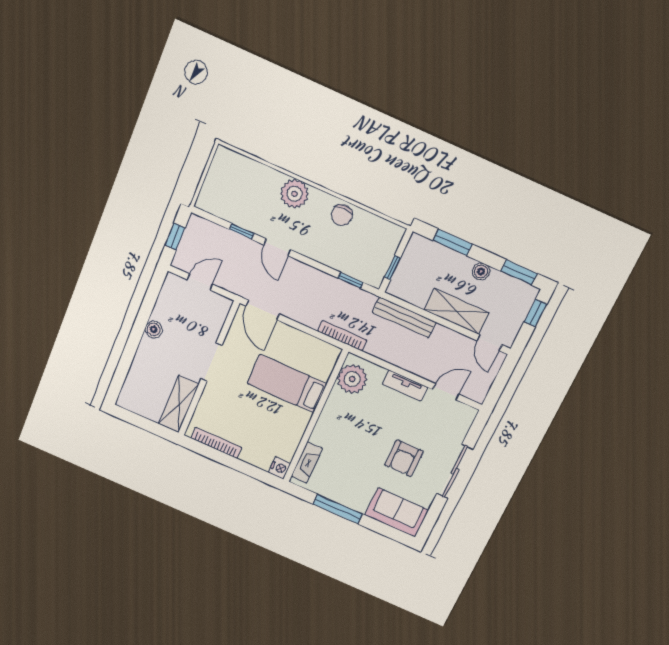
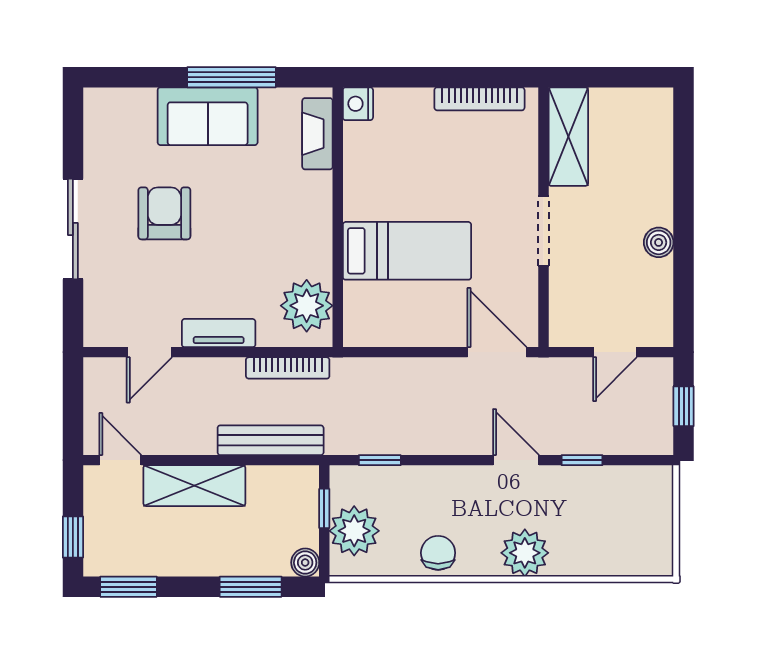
plant: (382, 248) -> (354, 531), added
boiler: (481, 271) -> (305, 563), moved
bookcase: (342, 336) -> (288, 368), moved
sofa: (397, 513) -> (208, 116), moved

